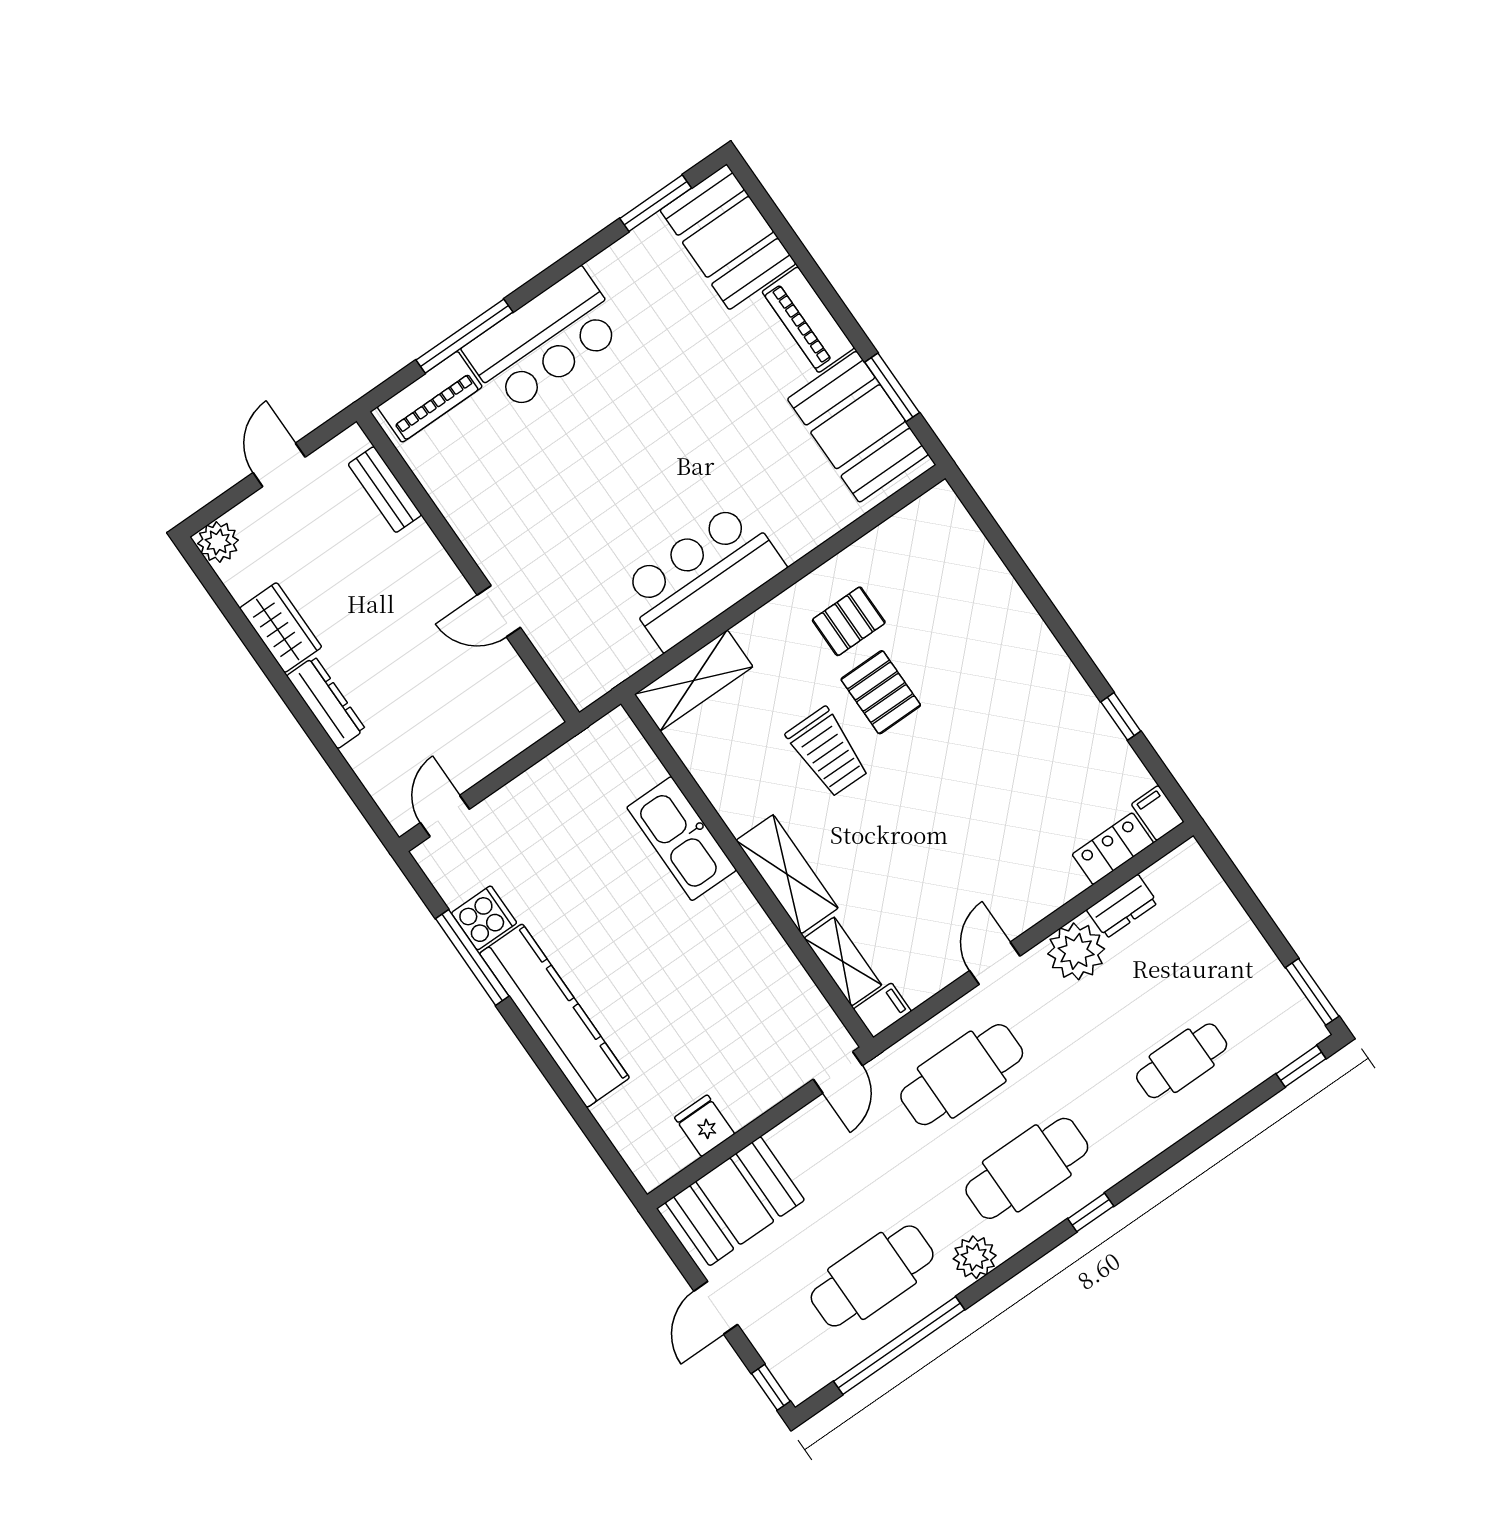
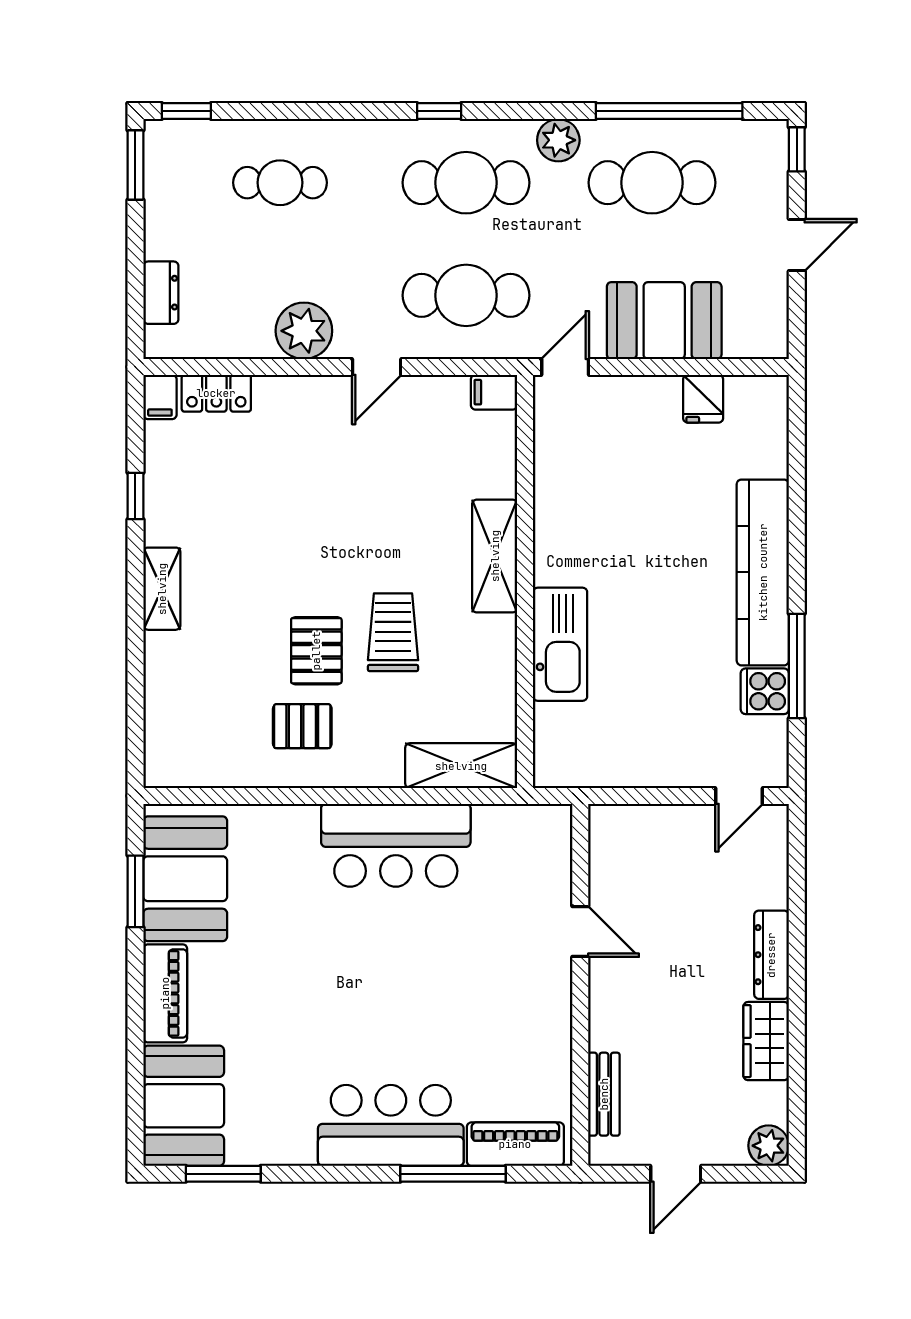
dresser: (1122, 906) -> (161, 293), moved, turned 90
shelving: (843, 962) -> (162, 589), moved
booth: (735, 1201) -> (664, 321), moved

